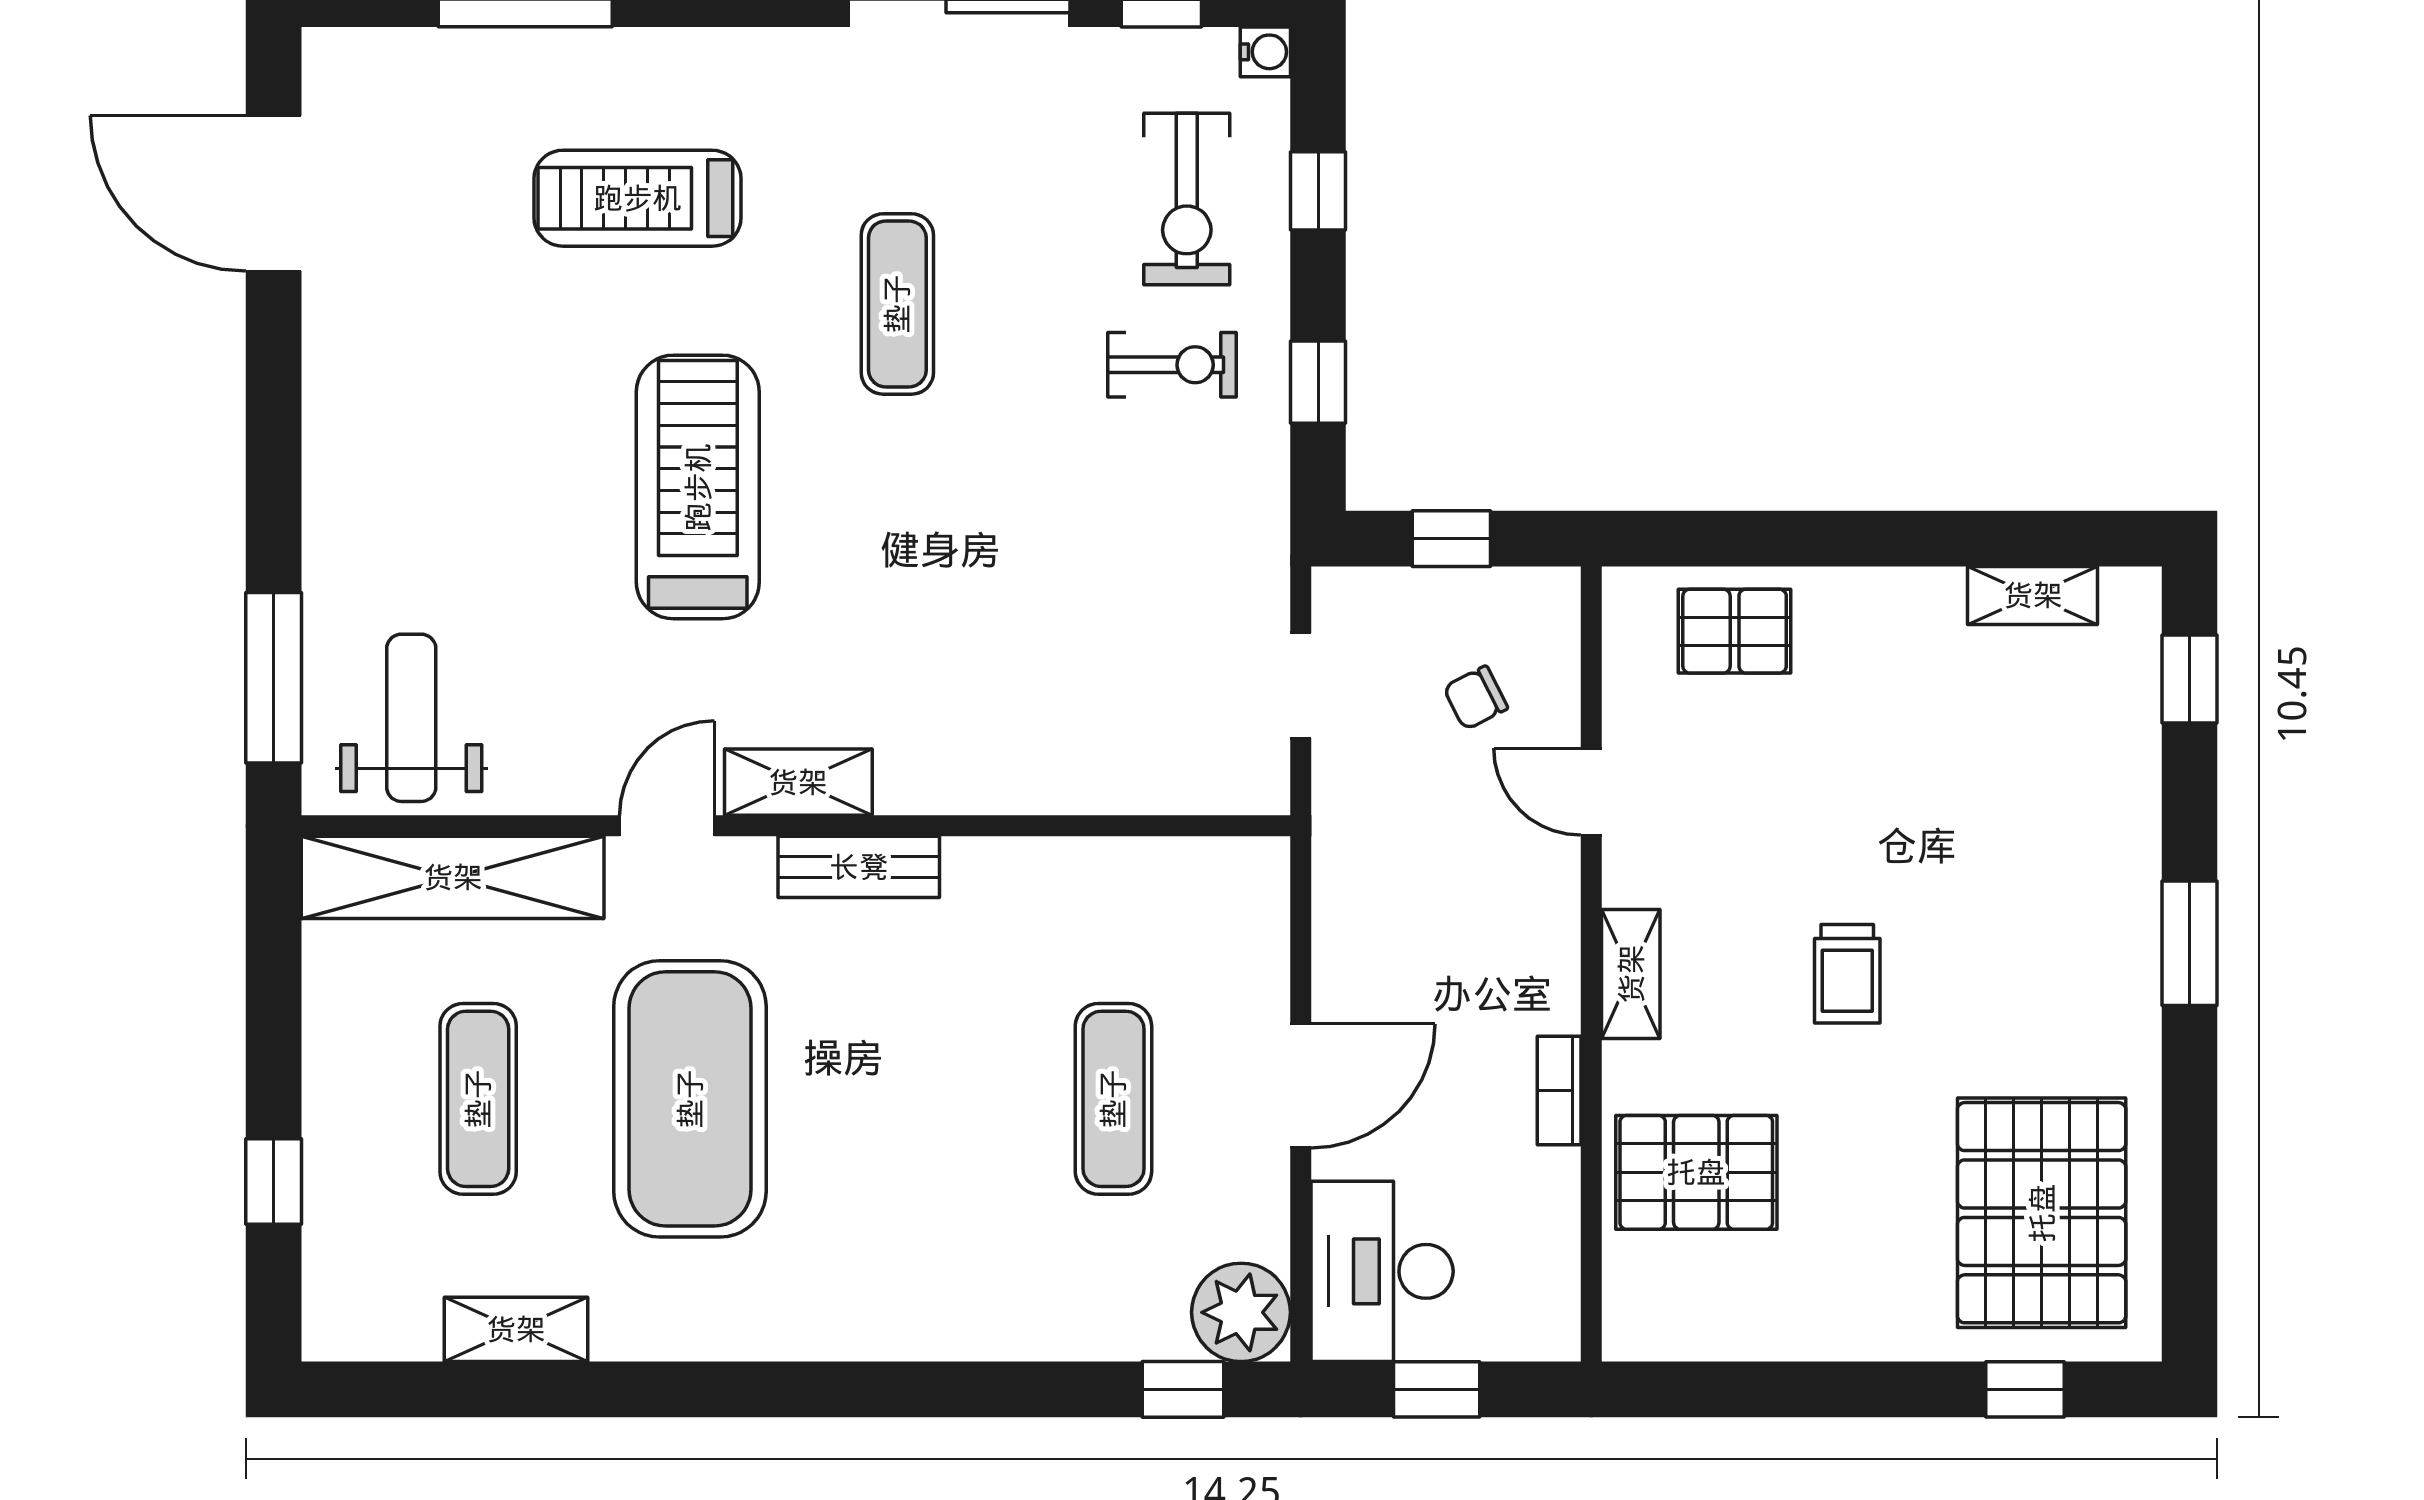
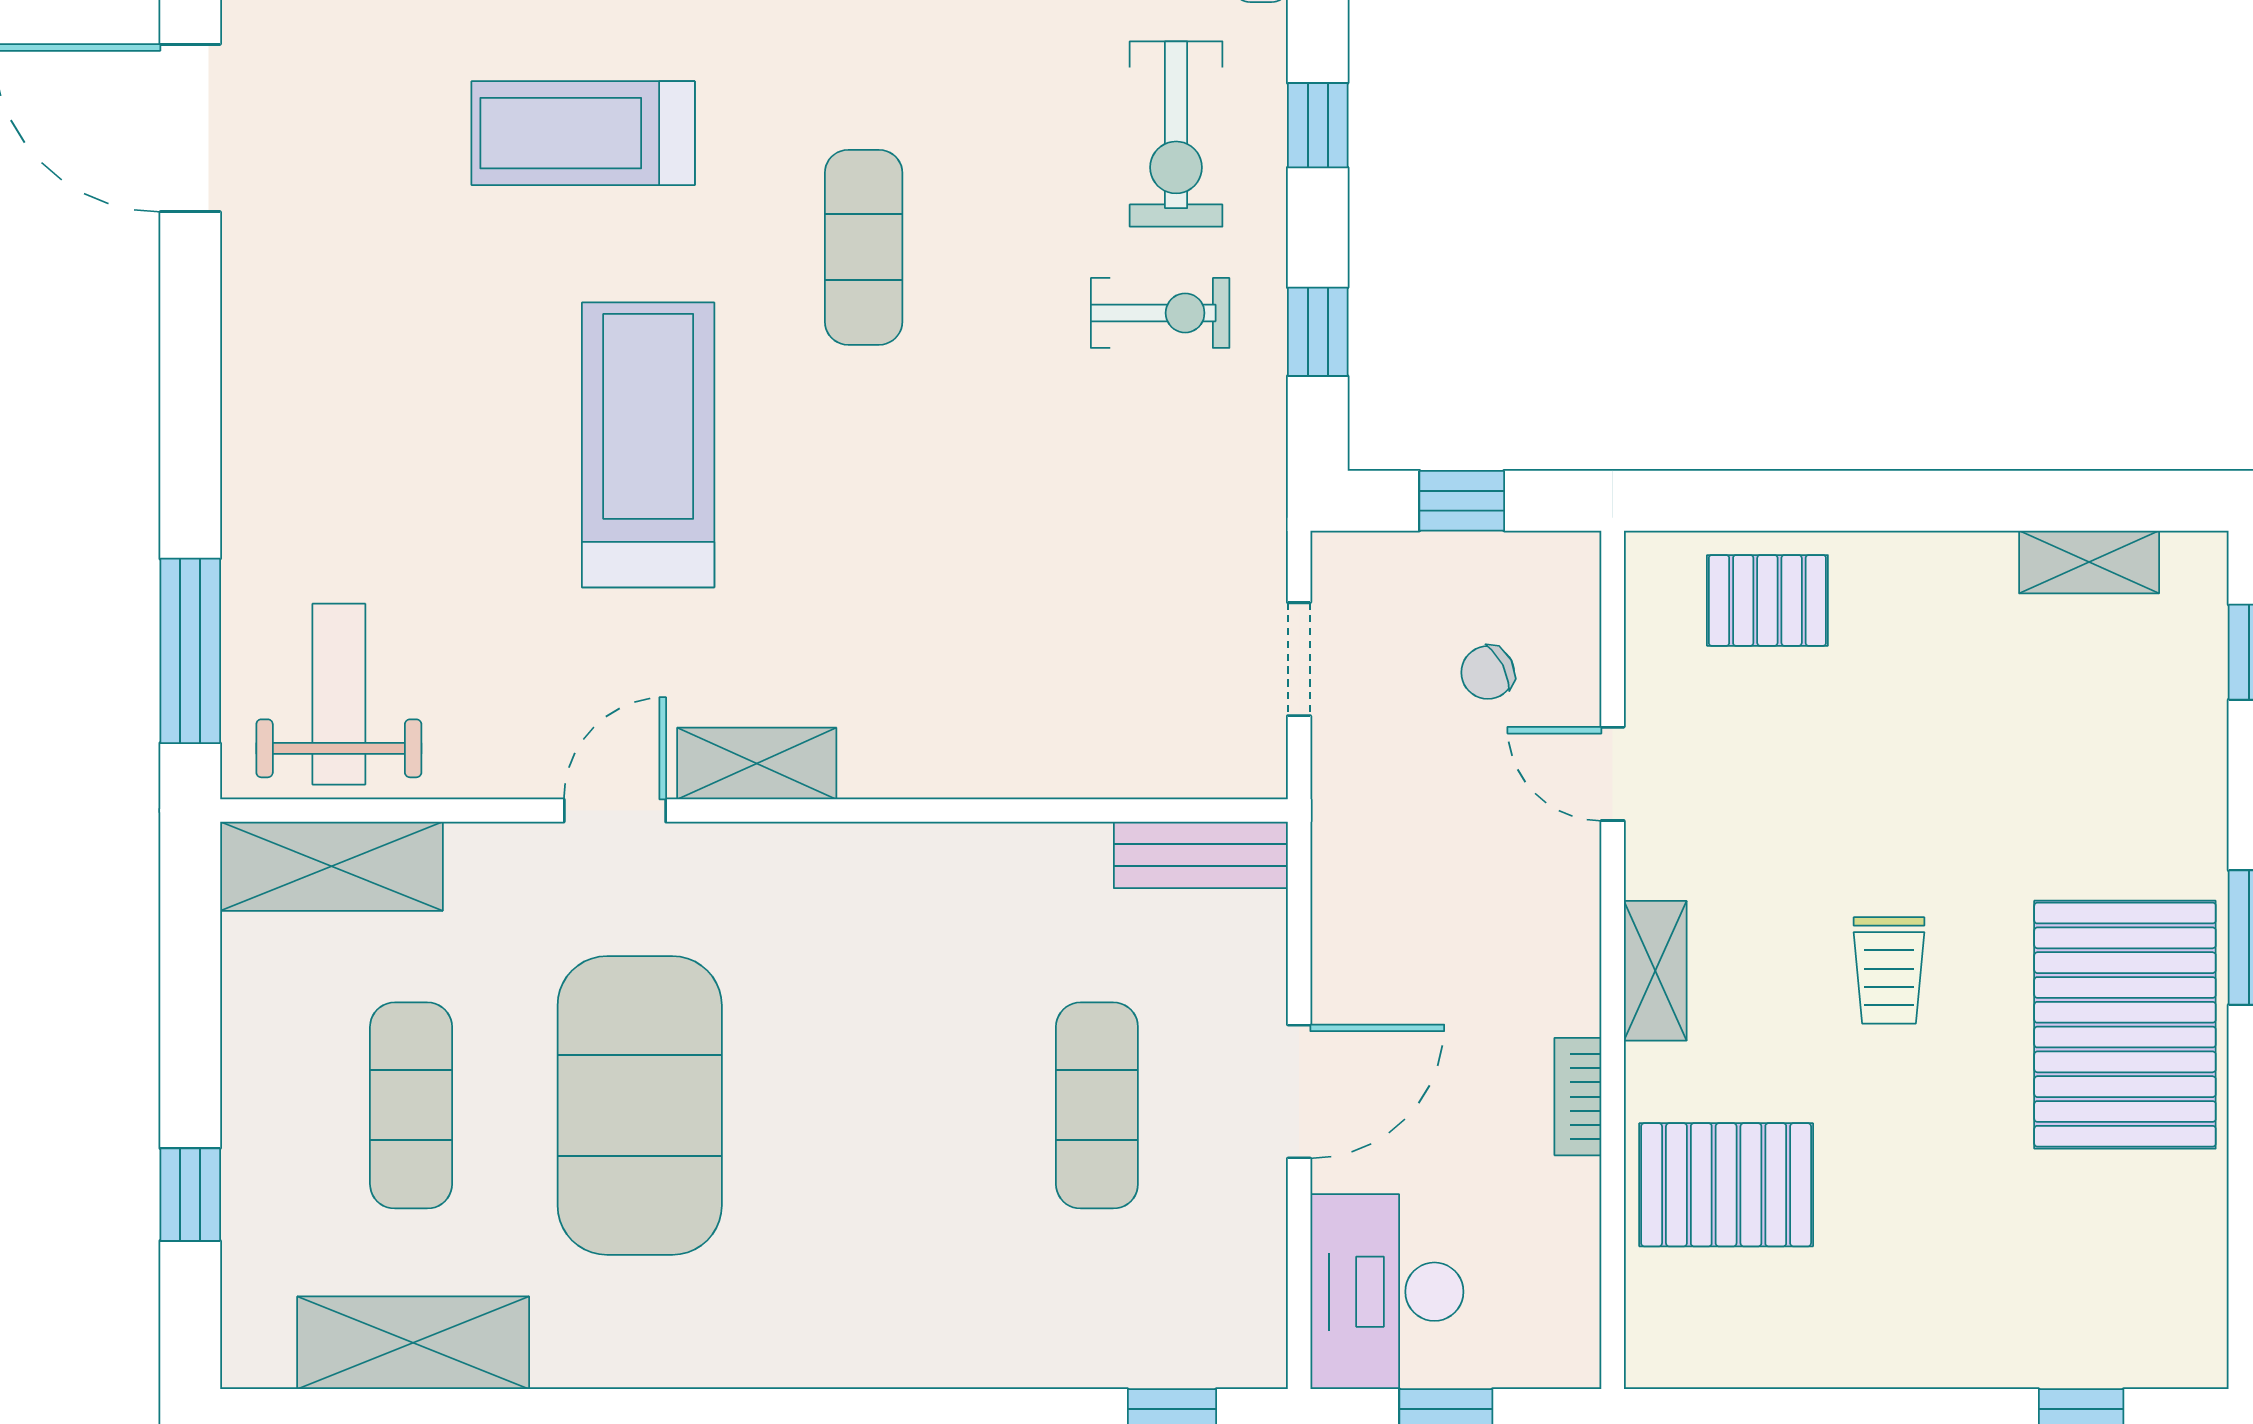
bench: (859, 867) -> (1201, 855), moved
shelving: (453, 877) -> (331, 866), width x0.68
pallet: (2042, 1213) -> (2125, 1025), moved
plant: (1241, 1312) -> (1235, 1336), removed
shelving: (516, 1329) -> (413, 1343), width x1.50, depth x1.33

